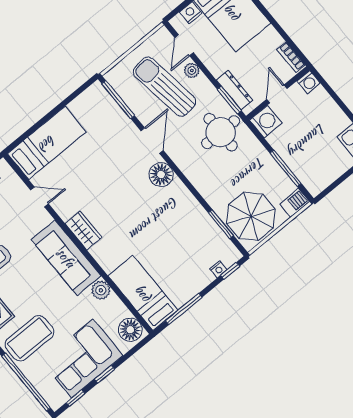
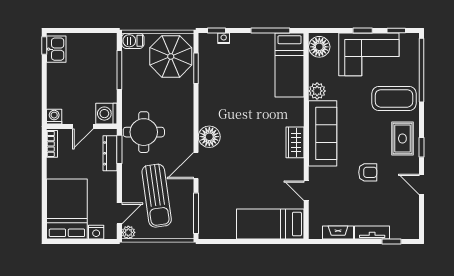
plant: (192, 70) -> (128, 232), moved

